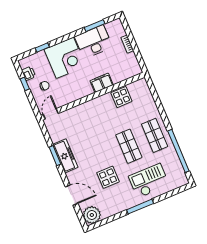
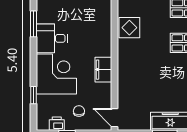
desk: (94, 42) -> (52, 38), width x0.73
filing cabinet: (102, 83) -> (103, 70), moved

